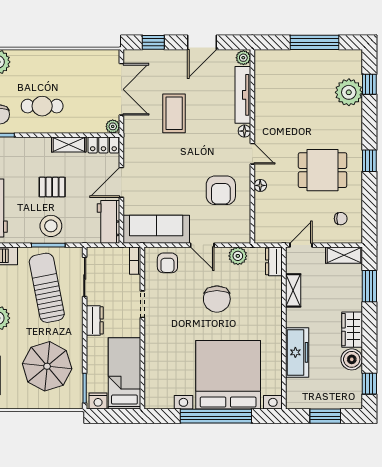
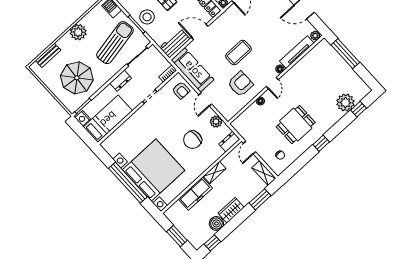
window: (315, 42) -> (345, 54), moved
coffee table: (174, 113) -> (238, 53), moved
dining table: (323, 170) -> (296, 125), turned 90
armchair: (221, 190) -> (240, 84), turned 180
door: (301, 245) -> (249, 148), swing flipped
armchair: (167, 263) -> (181, 90), turned -90
shelving: (293, 290) -> (215, 172), moved
chair: (217, 299) -> (193, 140), moved

